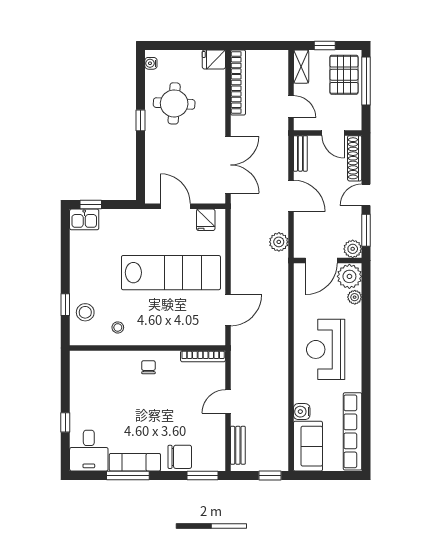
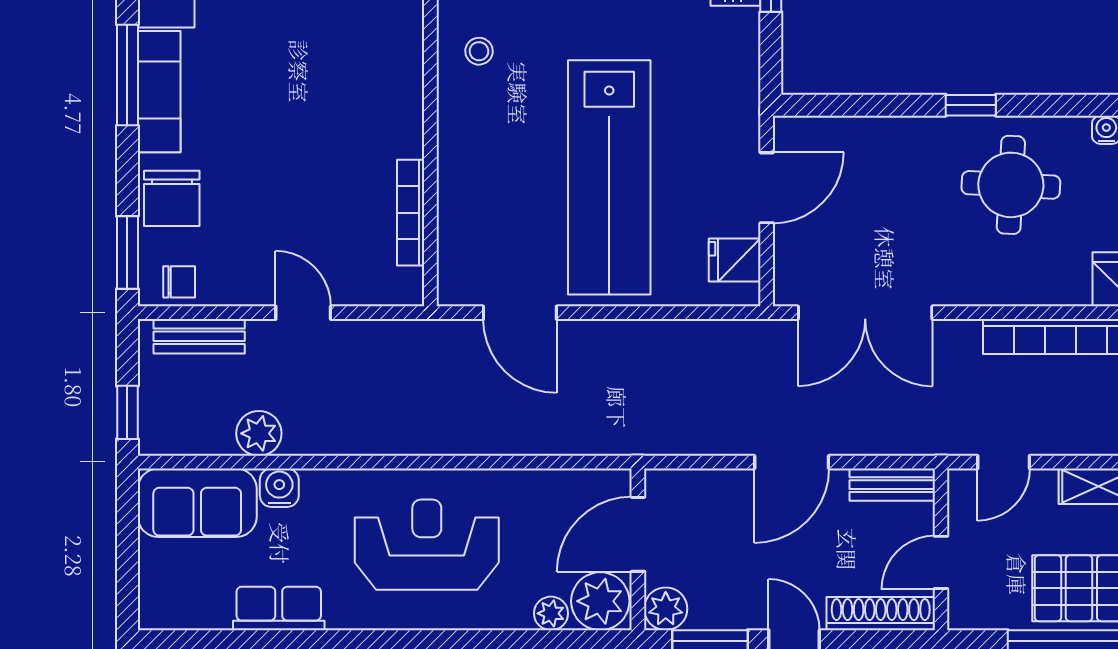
plant: (279, 242) -> (259, 433), moved
door: (321, 261) -> (638, 534), hinge flipped
bookcase: (203, 356) -> (411, 213), moved
chair: (148, 367) -> (179, 282), moved
row of seats: (352, 431) -> (279, 608), width x0.50

